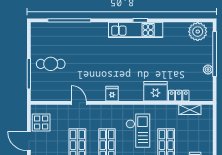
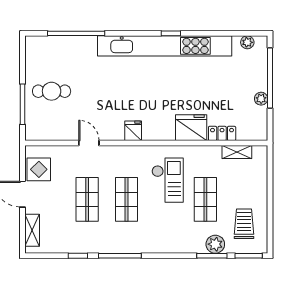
kitchen unit: (136, 30) -> (165, 46), width x1.86
plant: (198, 32) -> (247, 42), width x0.53, depth x0.53

